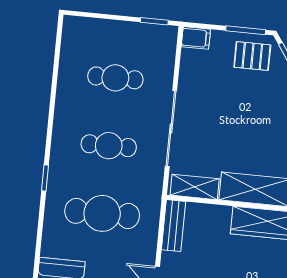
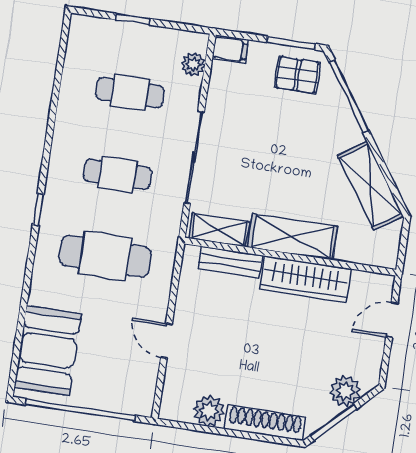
window: (154, 21) -> (133, 19), moved
plant: (166, 52) -> (193, 64), added
bench: (173, 226) -> (230, 262), moved, turned 90

